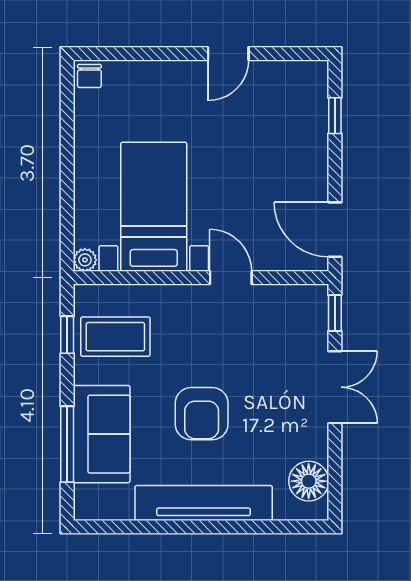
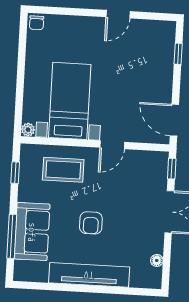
door: (231, 278) -> (112, 145), swing flipped
coffee table: (115, 337) -> (63, 170), moved
armchair: (202, 414) -> (91, 223), width x0.72, depth x0.72
floor lamp: (309, 481) -> (157, 260), width x0.53, depth x0.53

